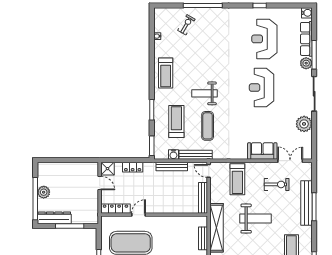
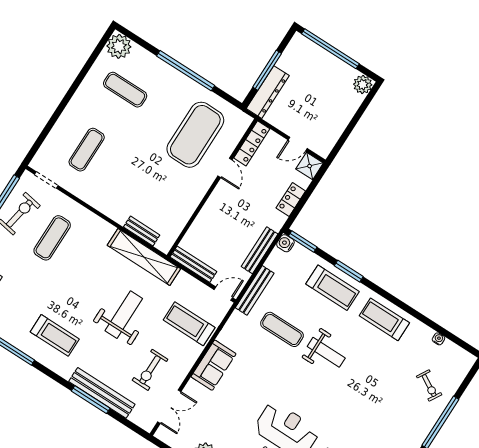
weight bench: (204, 93) -> (326, 352), turned 90
treadmill: (176, 122) -> (333, 288), moved
sofa: (262, 151) -> (213, 365), moved
water cooler: (173, 155) -> (285, 243), moved
plant: (44, 192) -> (363, 84), moved
dresser: (54, 218) -> (268, 92), moved
weight bench: (255, 219) -> (124, 315), turned 180

